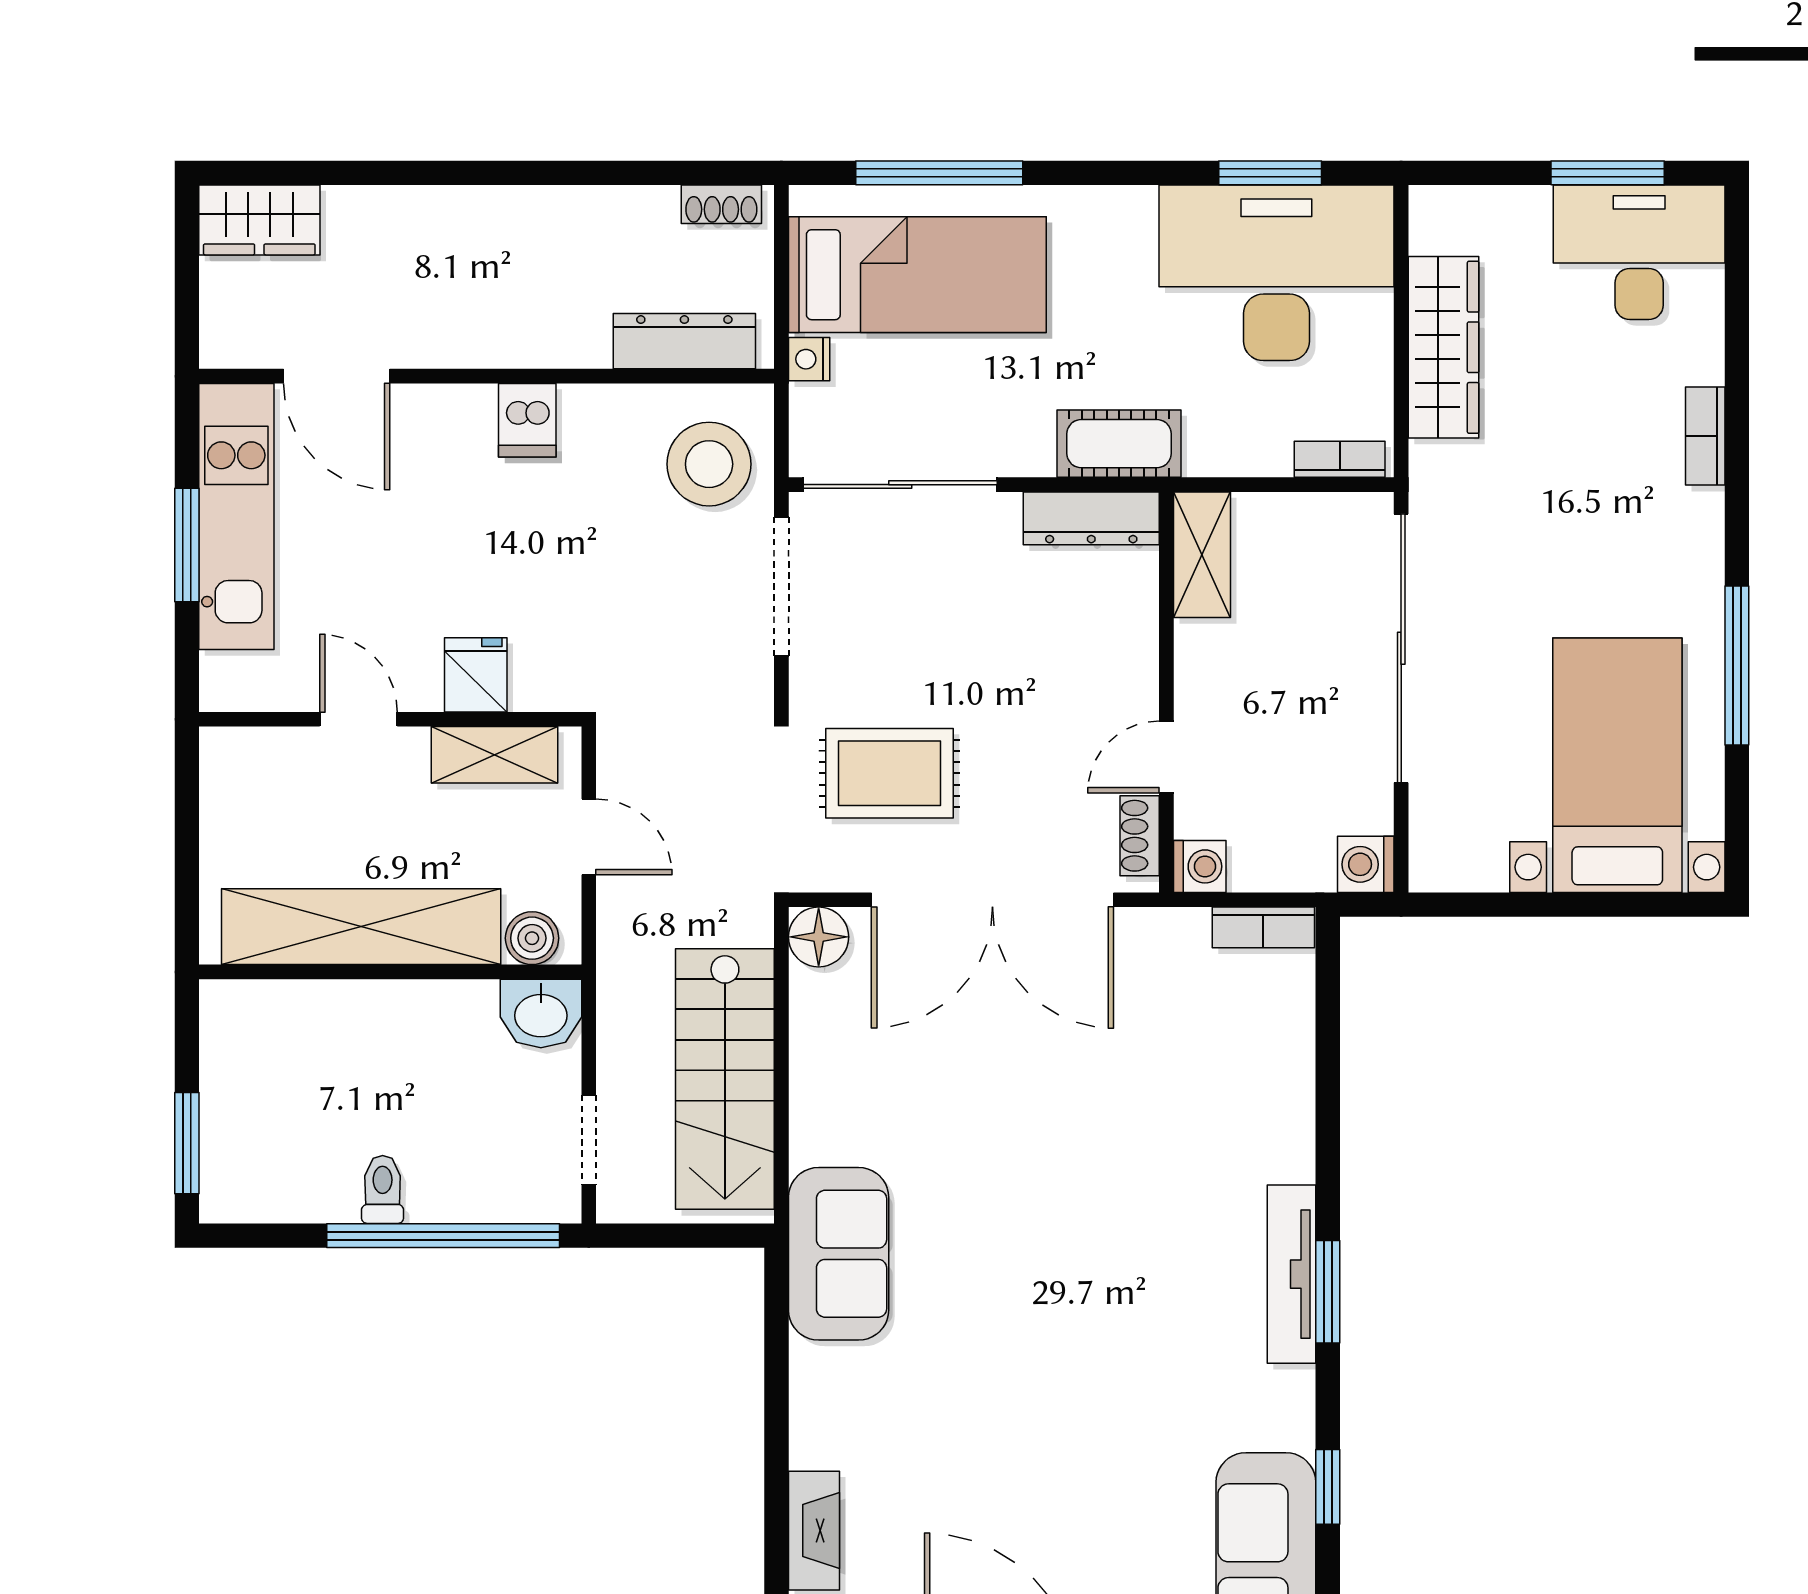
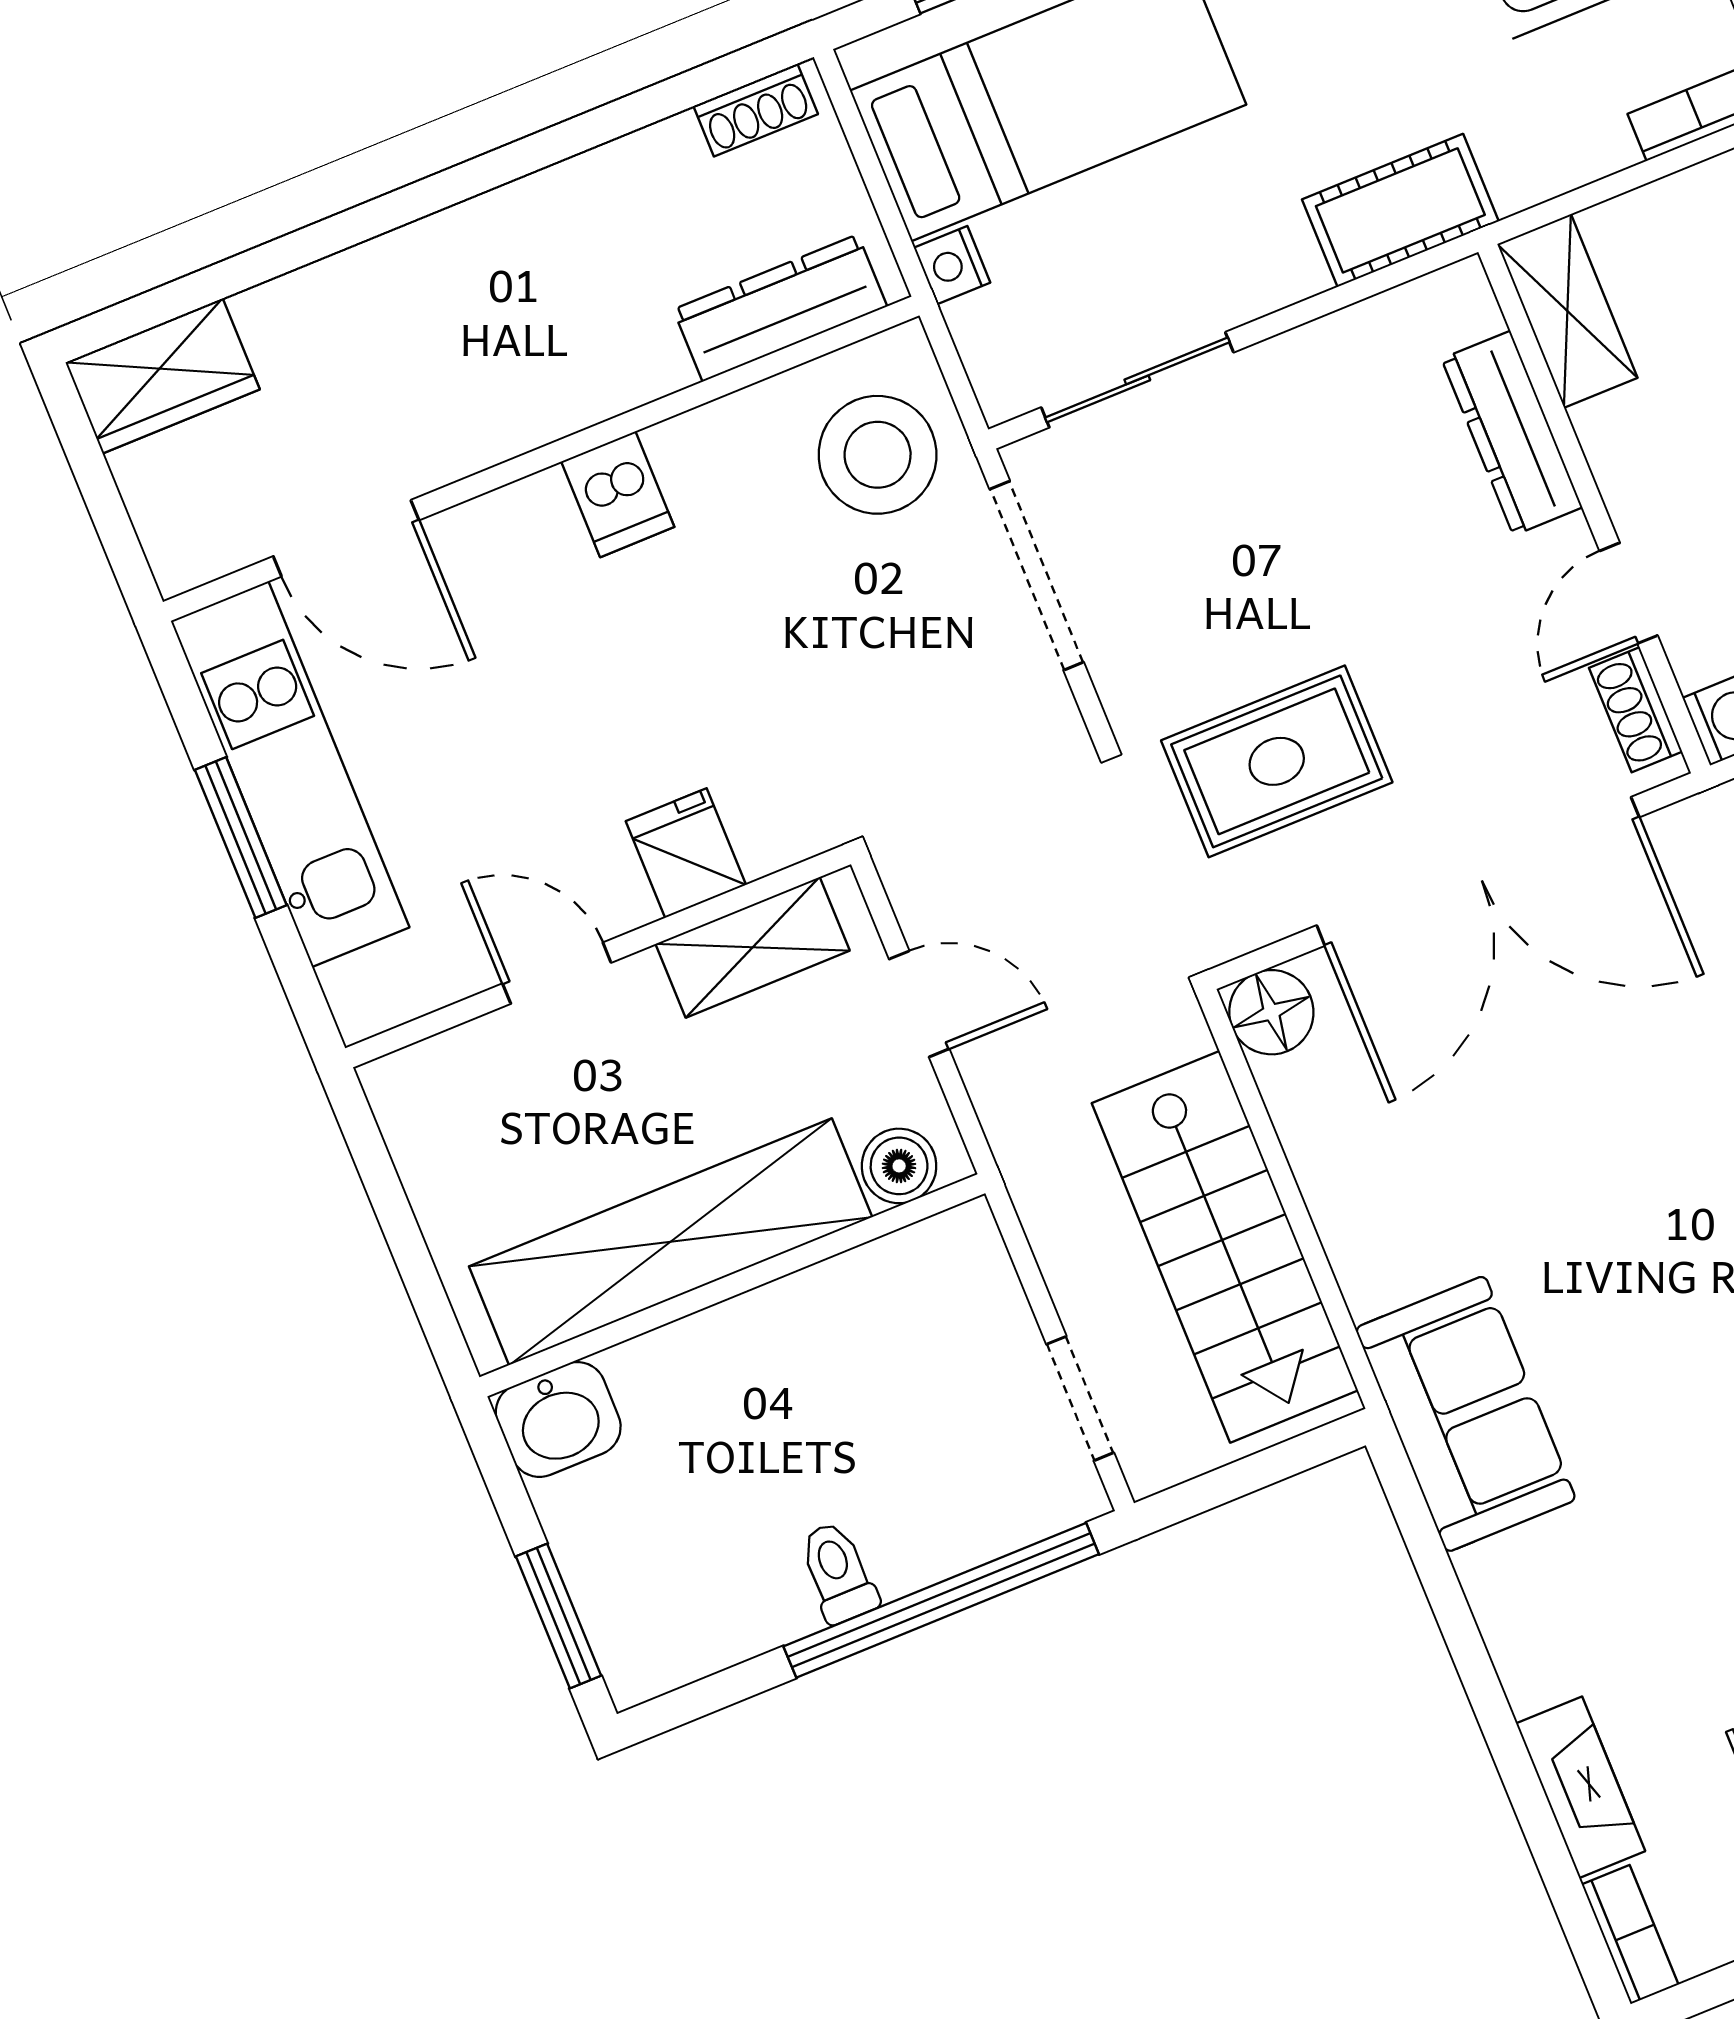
sliding door: (900, 485) -> (1137, 380), width x0.73
dresser: (1091, 518) -> (1512, 433), moved, turned 90
washbasin: (541, 1014) -> (558, 1419), moved

